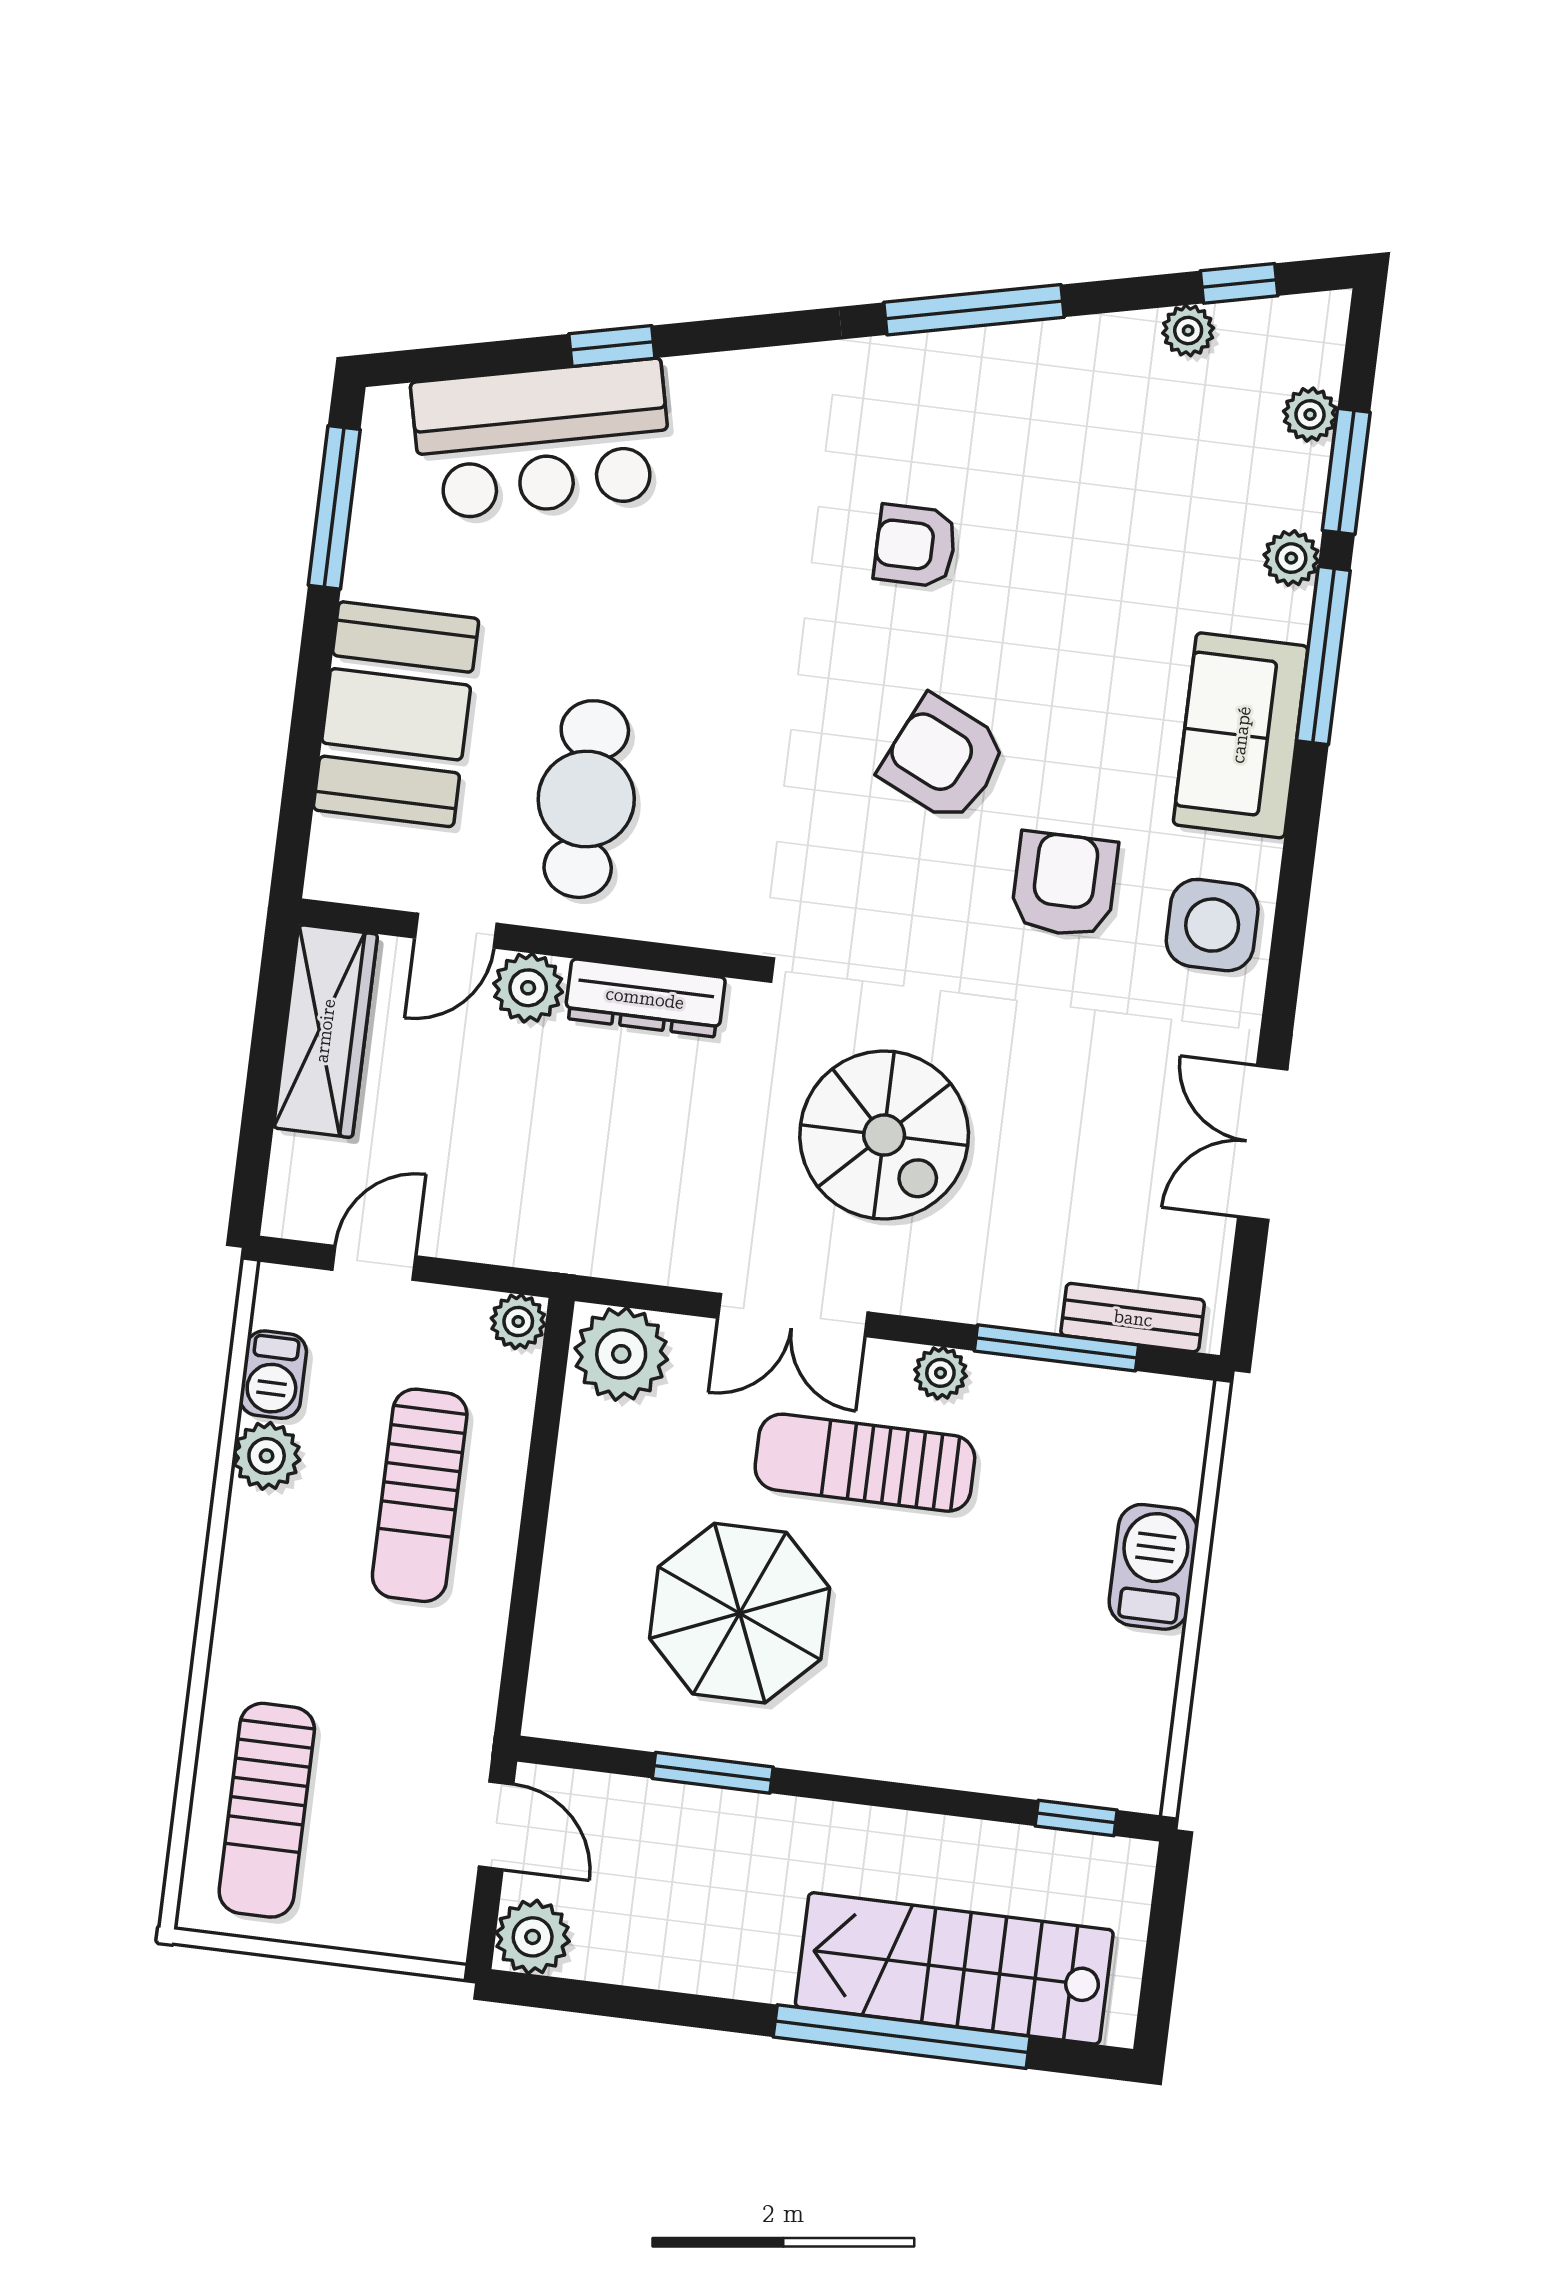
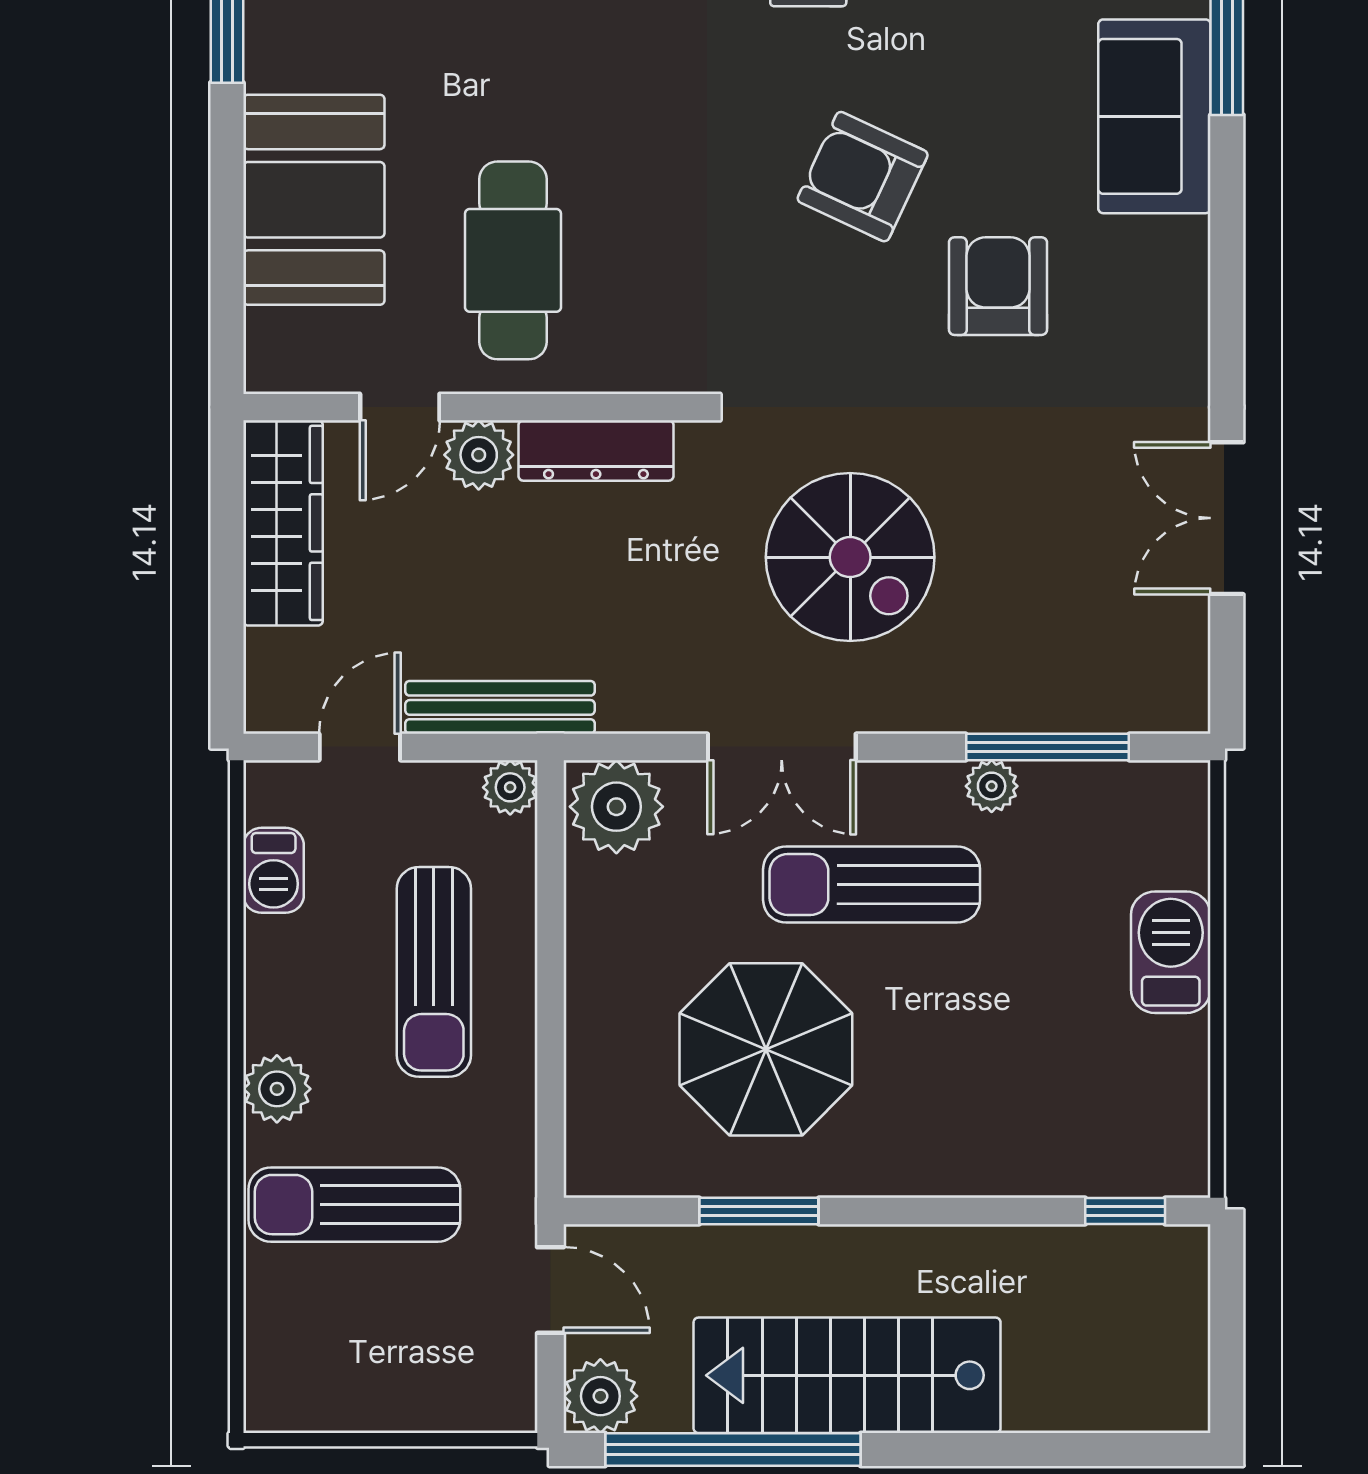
side table: (1212, 925) -> (1150, 308), removed
bench: (1133, 1318) -> (500, 707), moved, width x1.36
plant: (940, 1373) -> (992, 786), moved
plant: (267, 1456) -> (277, 1089), moved
sun lounger: (267, 1810) -> (354, 1205), moved, turned 90
stairs: (954, 1968) -> (847, 1375), moved
window: (902, 2037) -> (733, 1449), moved

